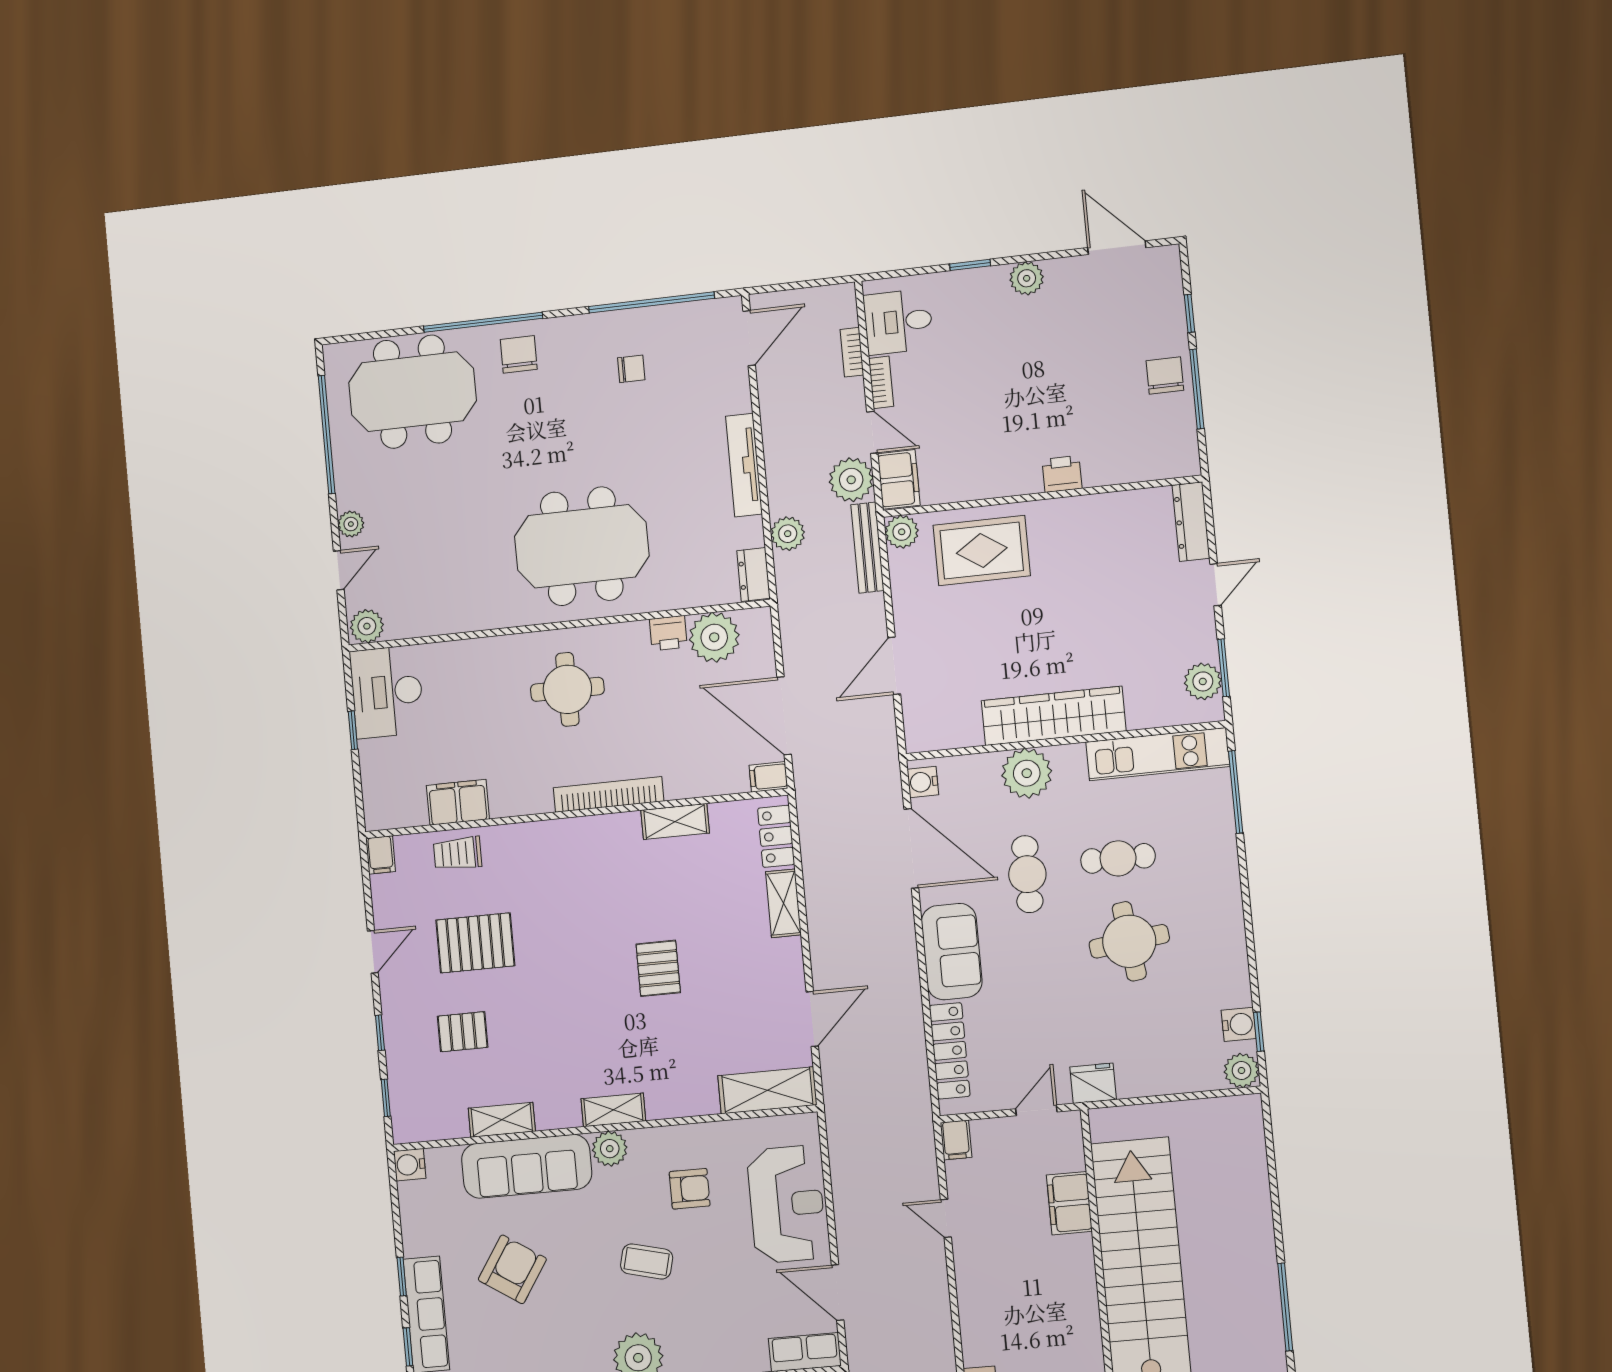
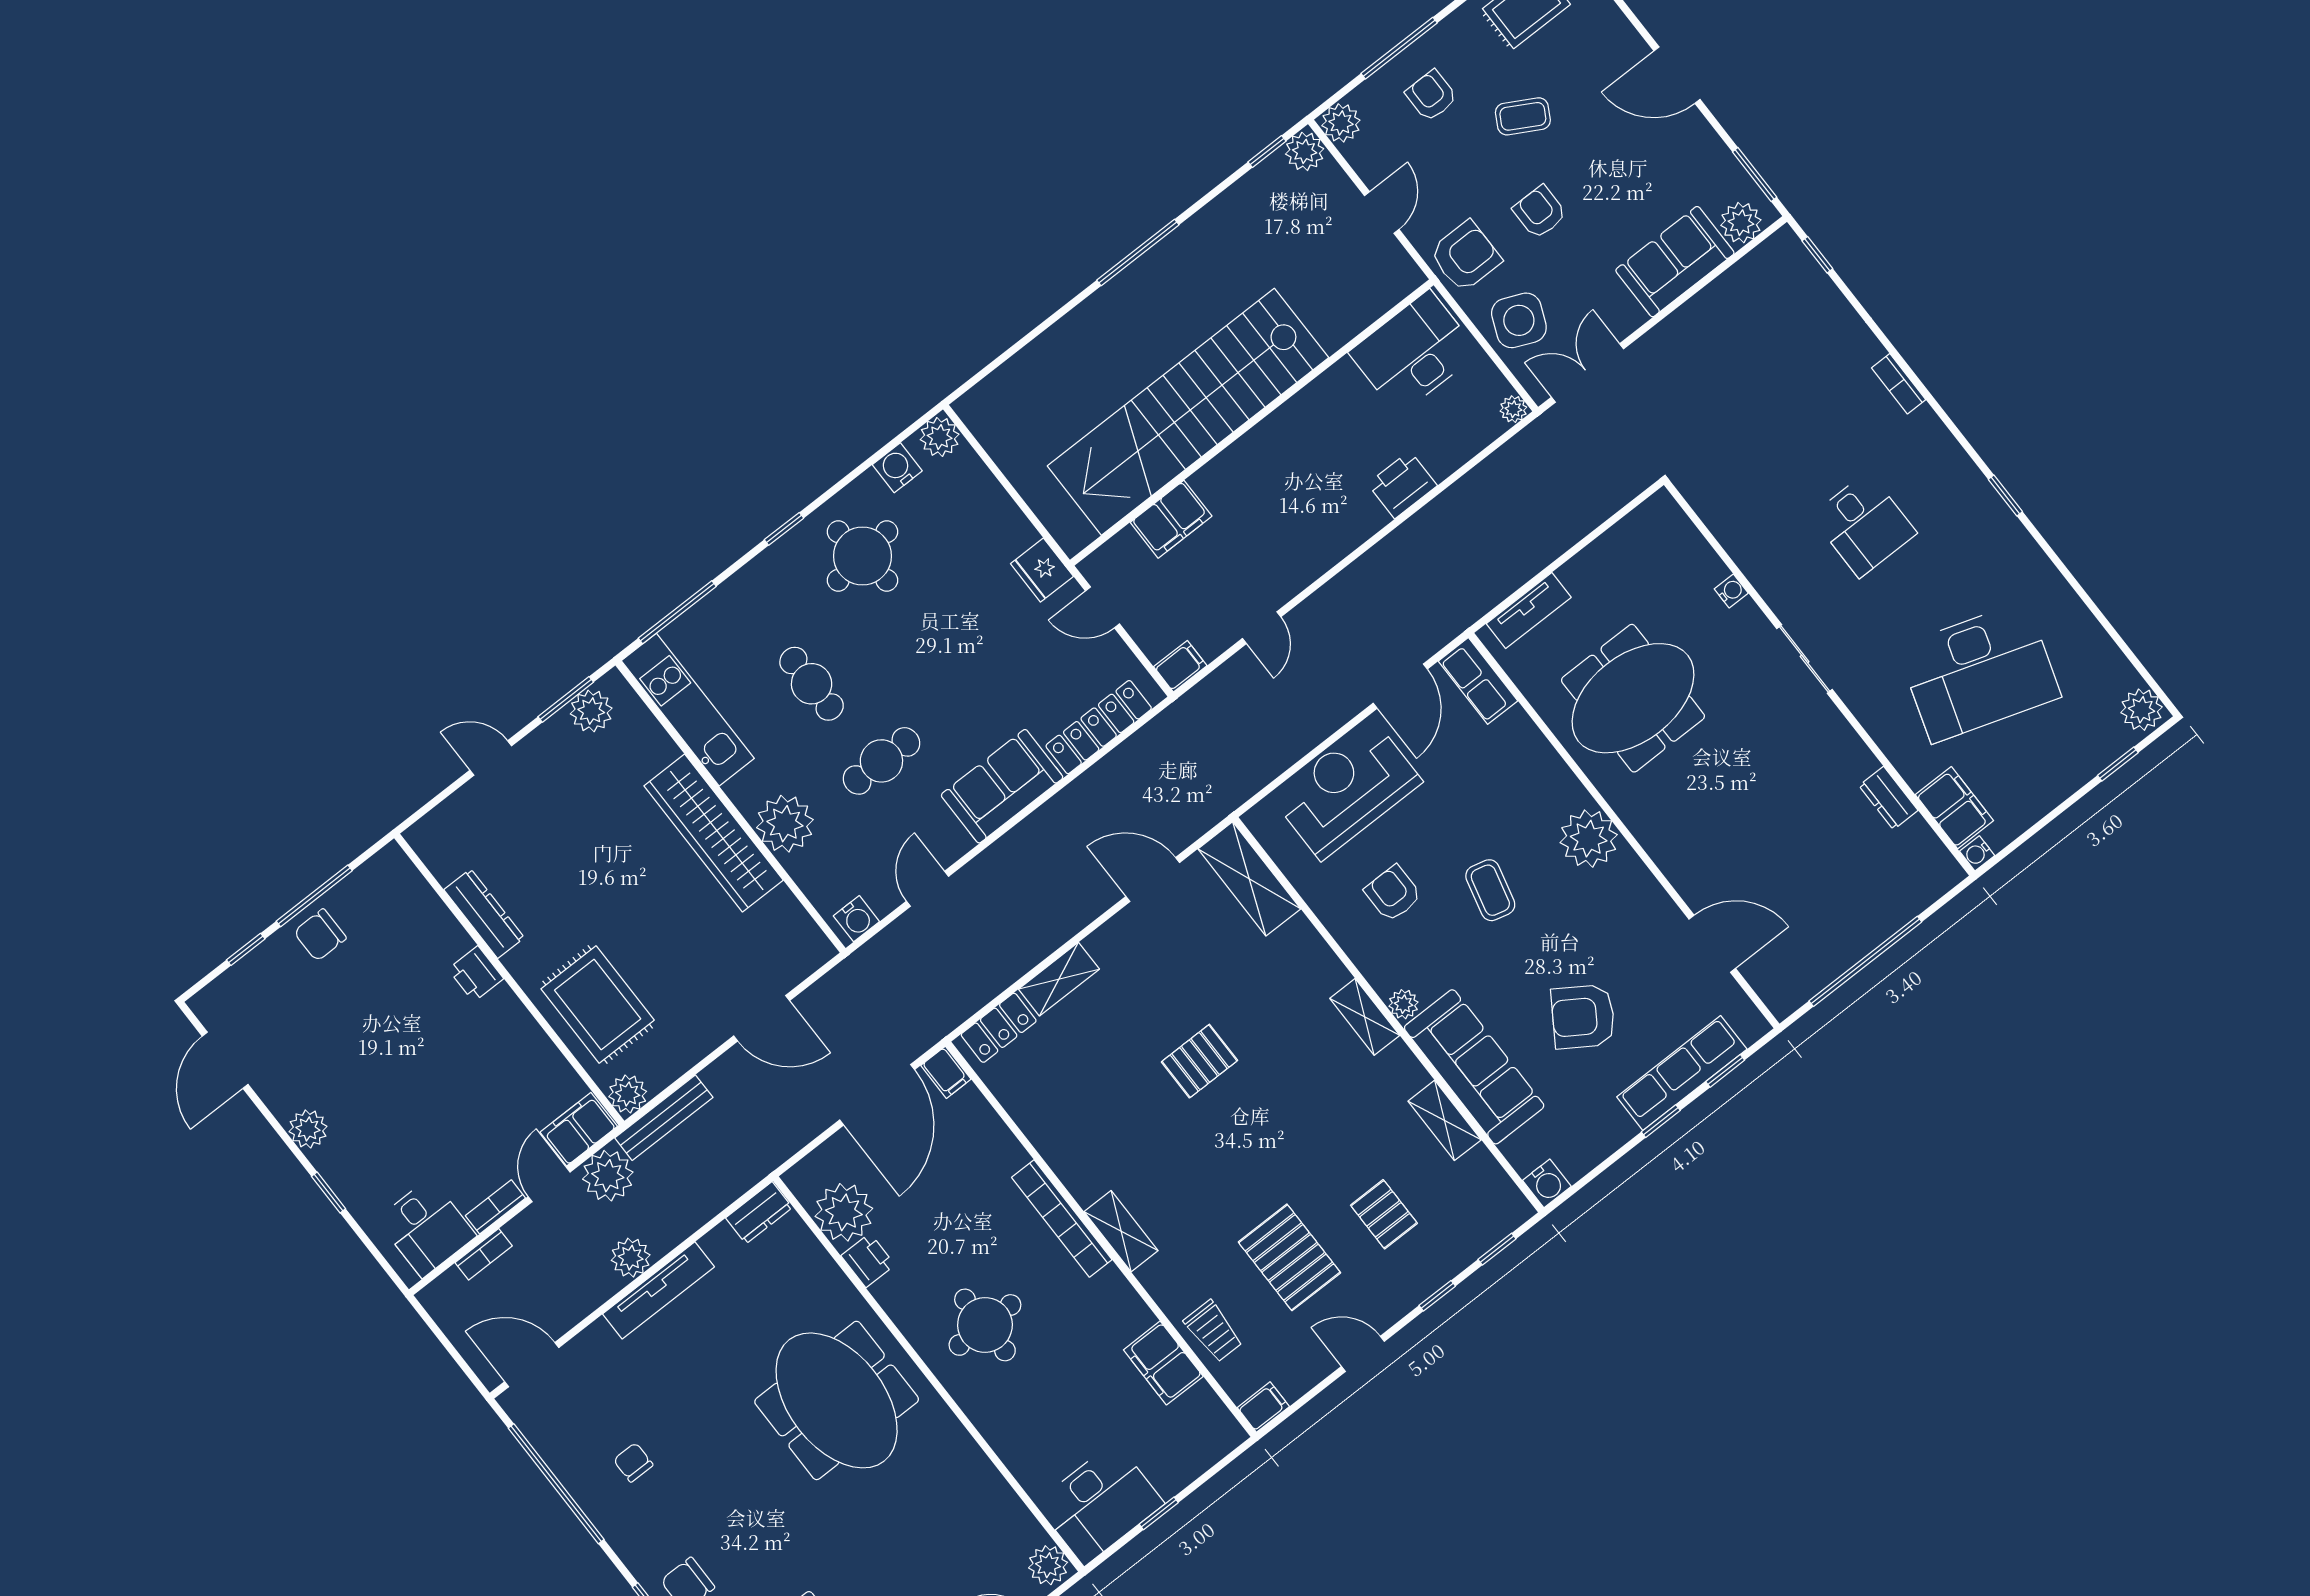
dresser: (1191, 522) -> (484, 914), moved, turned -90
plant: (788, 534) -> (631, 1258), moved
shelving: (675, 822) -> (1121, 1231), moved
door: (911, 848) -> (927, 889), width x0.53
round table: (1129, 941) -> (862, 556), moved
window: (1259, 1032) -> (784, 529), moved
plant: (610, 1149) -> (1404, 1004), width x0.73, depth x0.73

